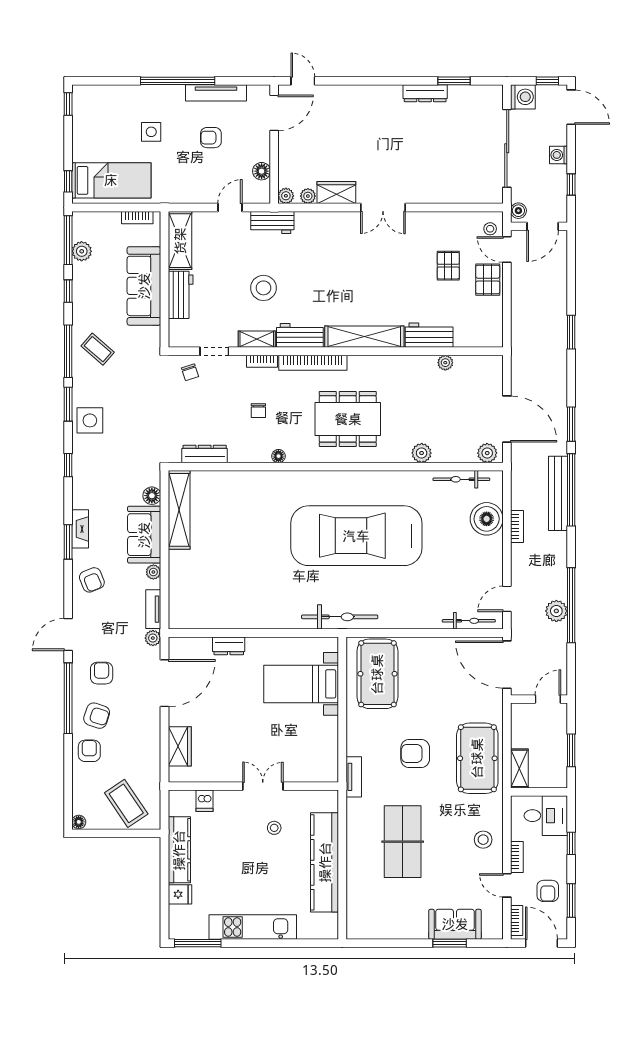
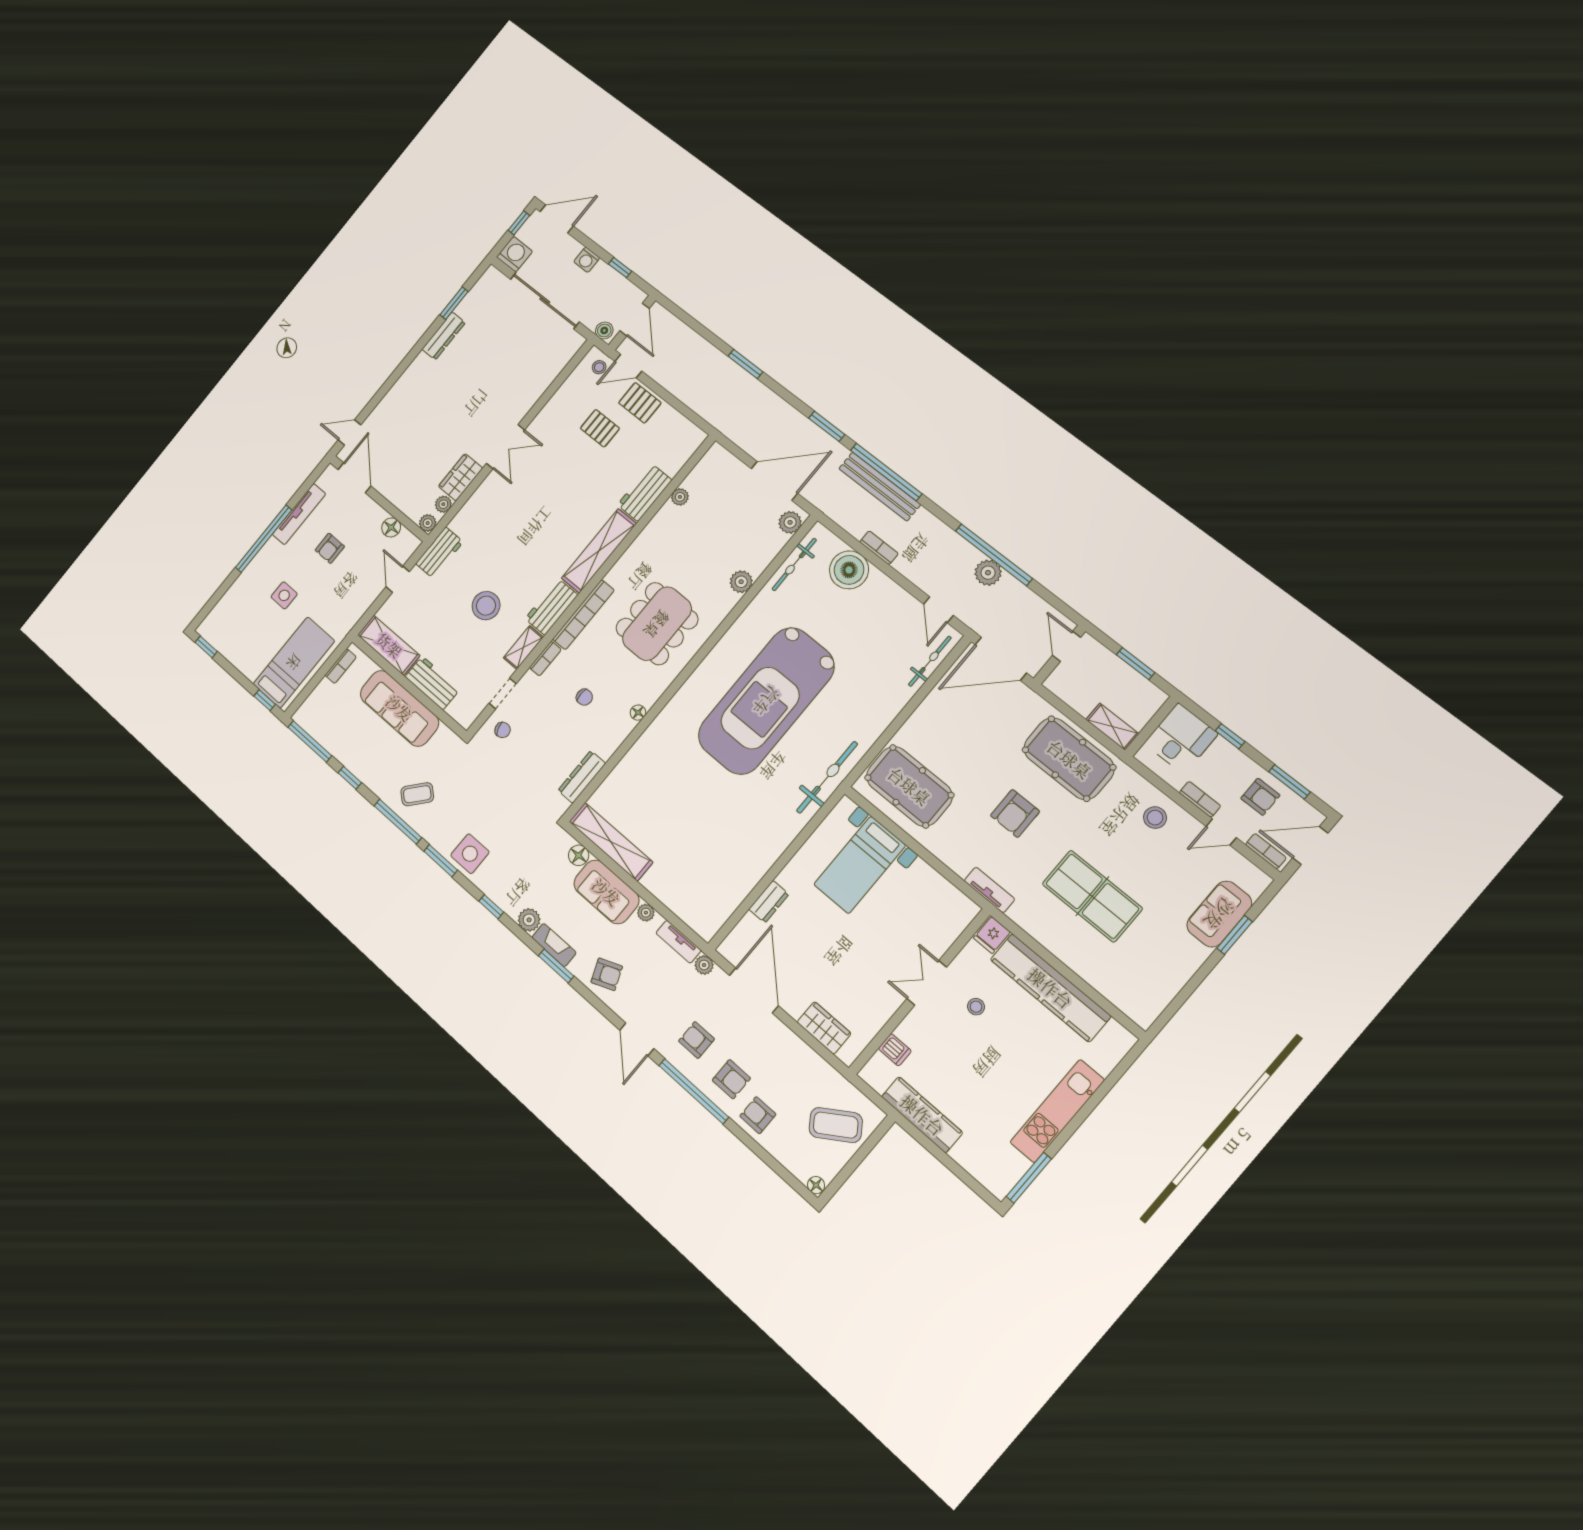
plant: (82, 251) -> (529, 920), moved
armchair: (97, 716) -> (731, 1079), turned 72
fridge: (180, 894) -> (992, 935), moved, turned 180

